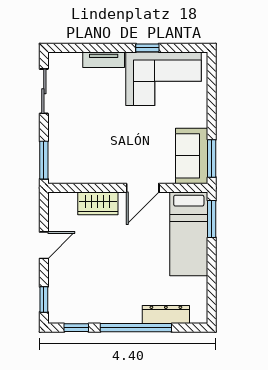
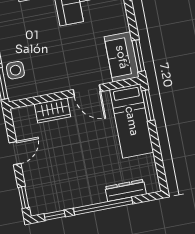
side table: (63, 147) -> (15, 70), added
door: (143, 188) -> (87, 91), hinge flipped

